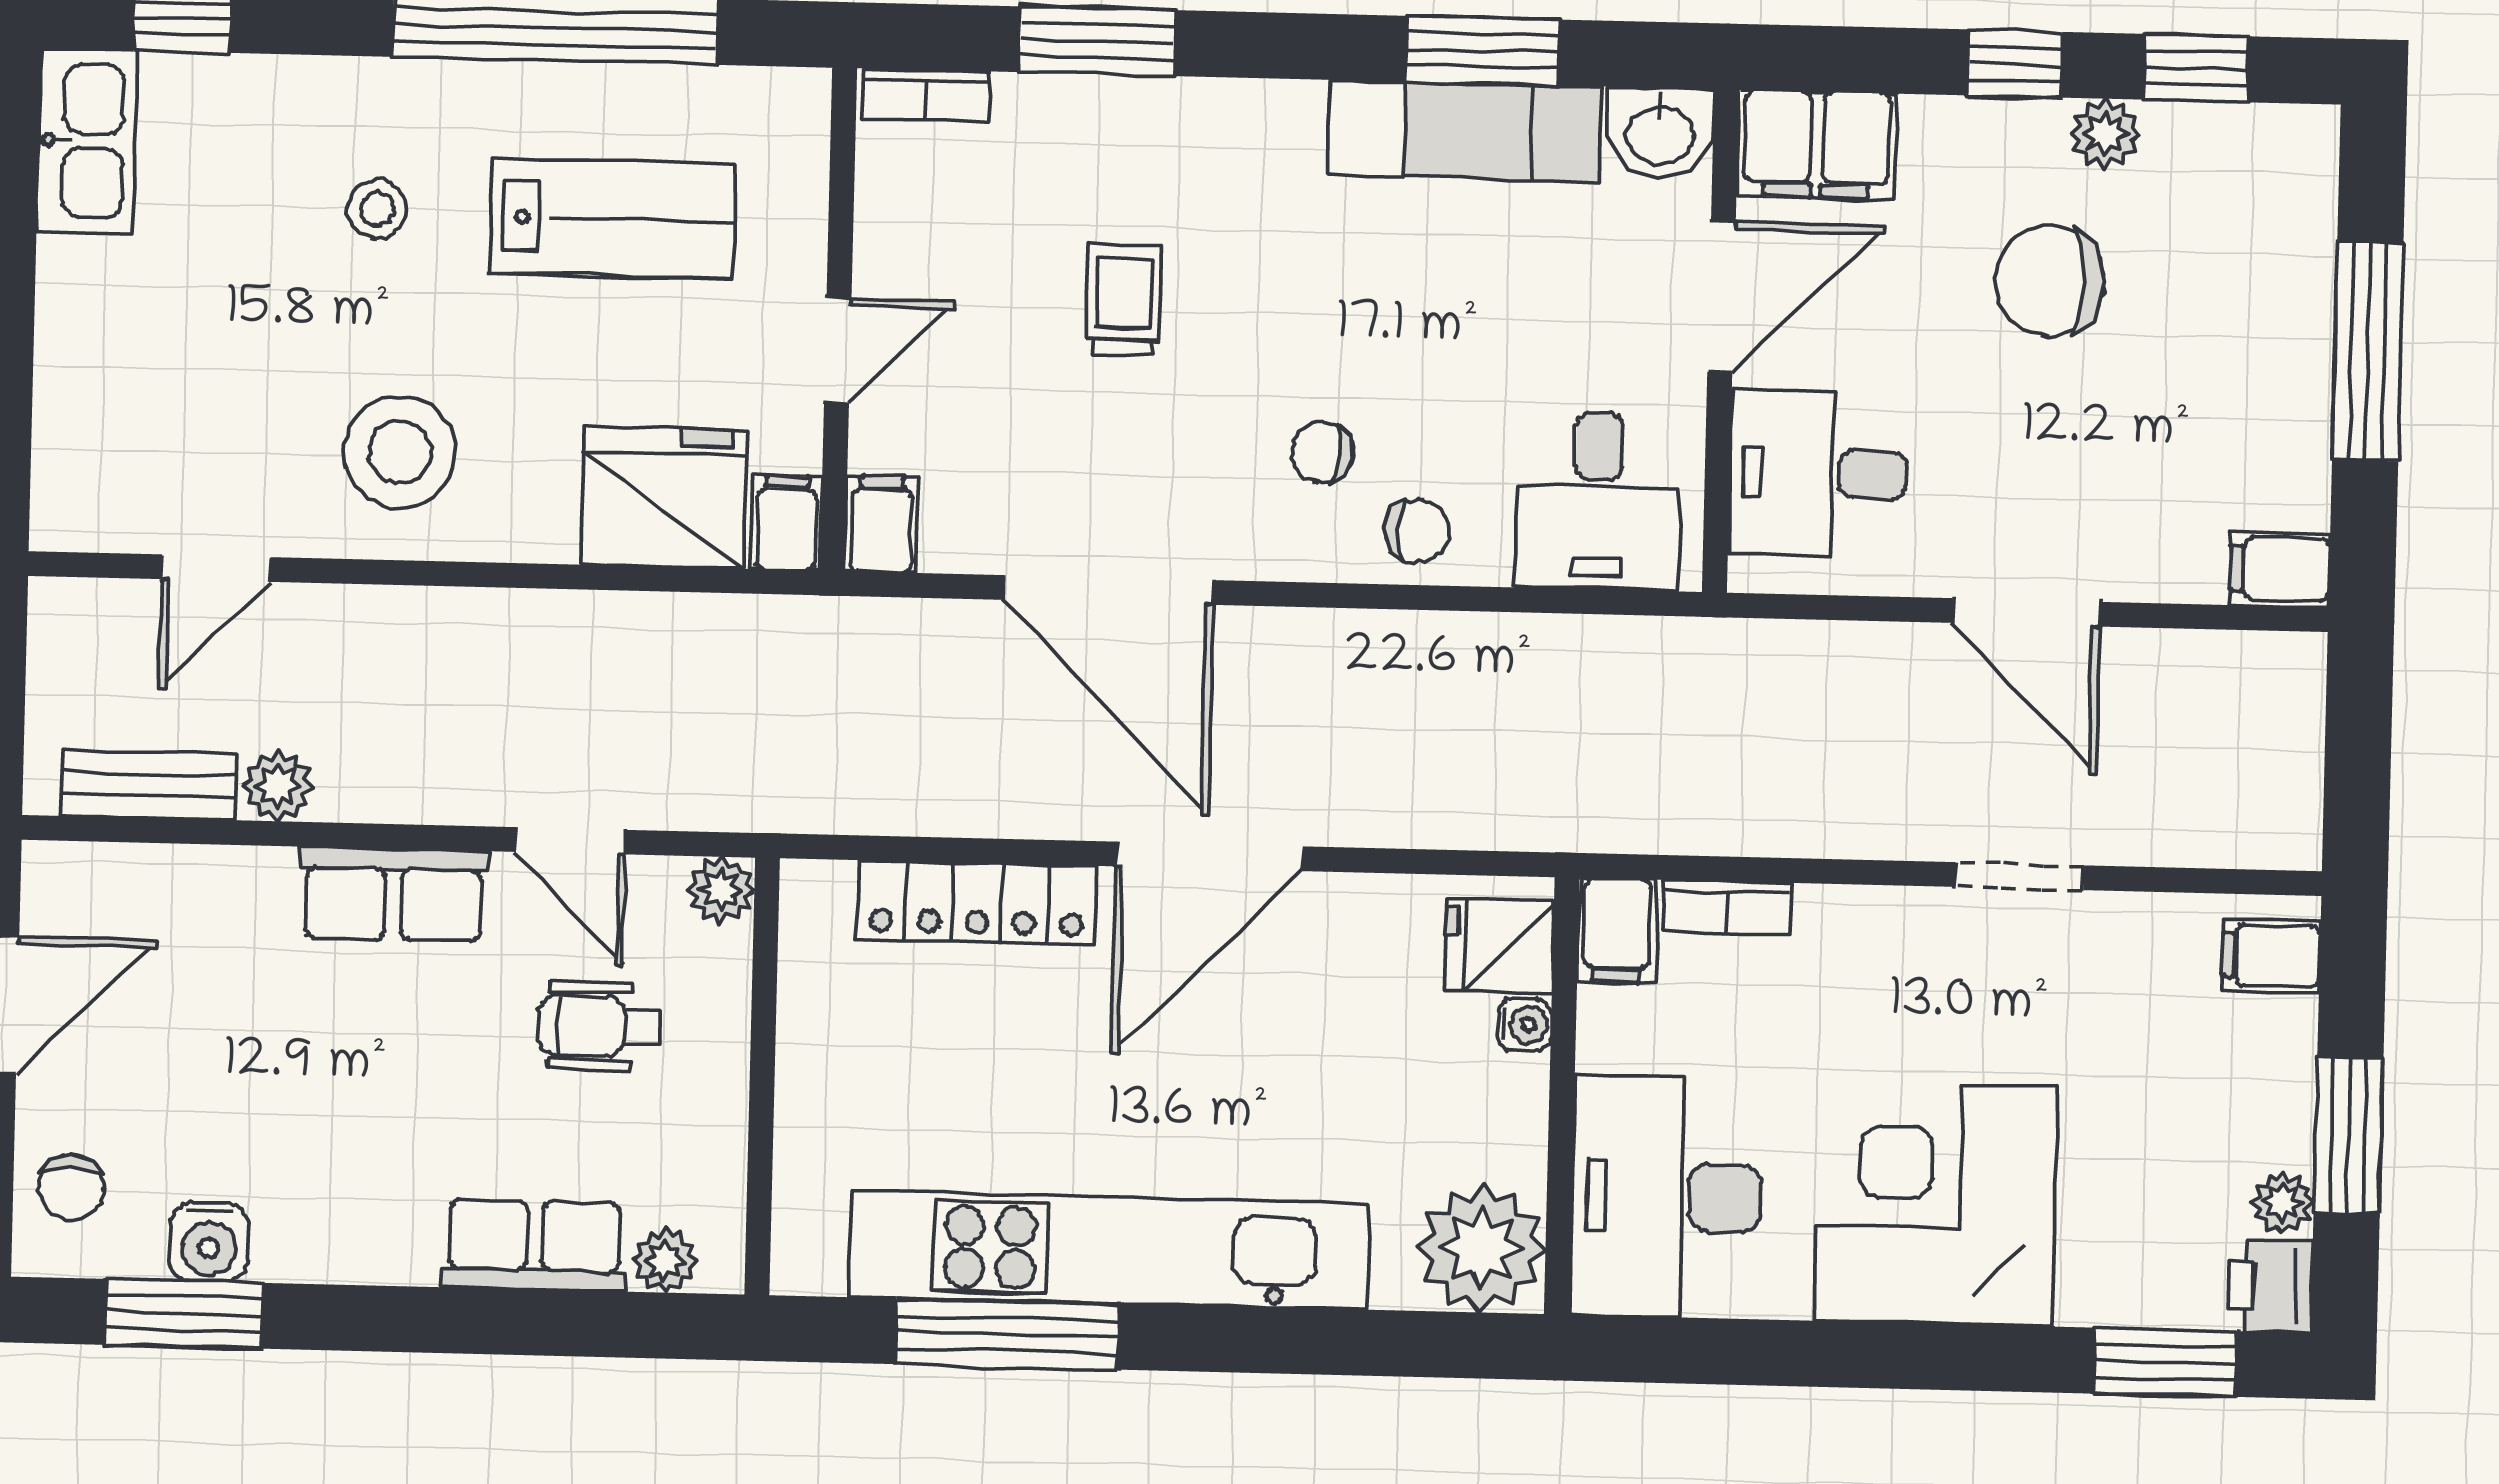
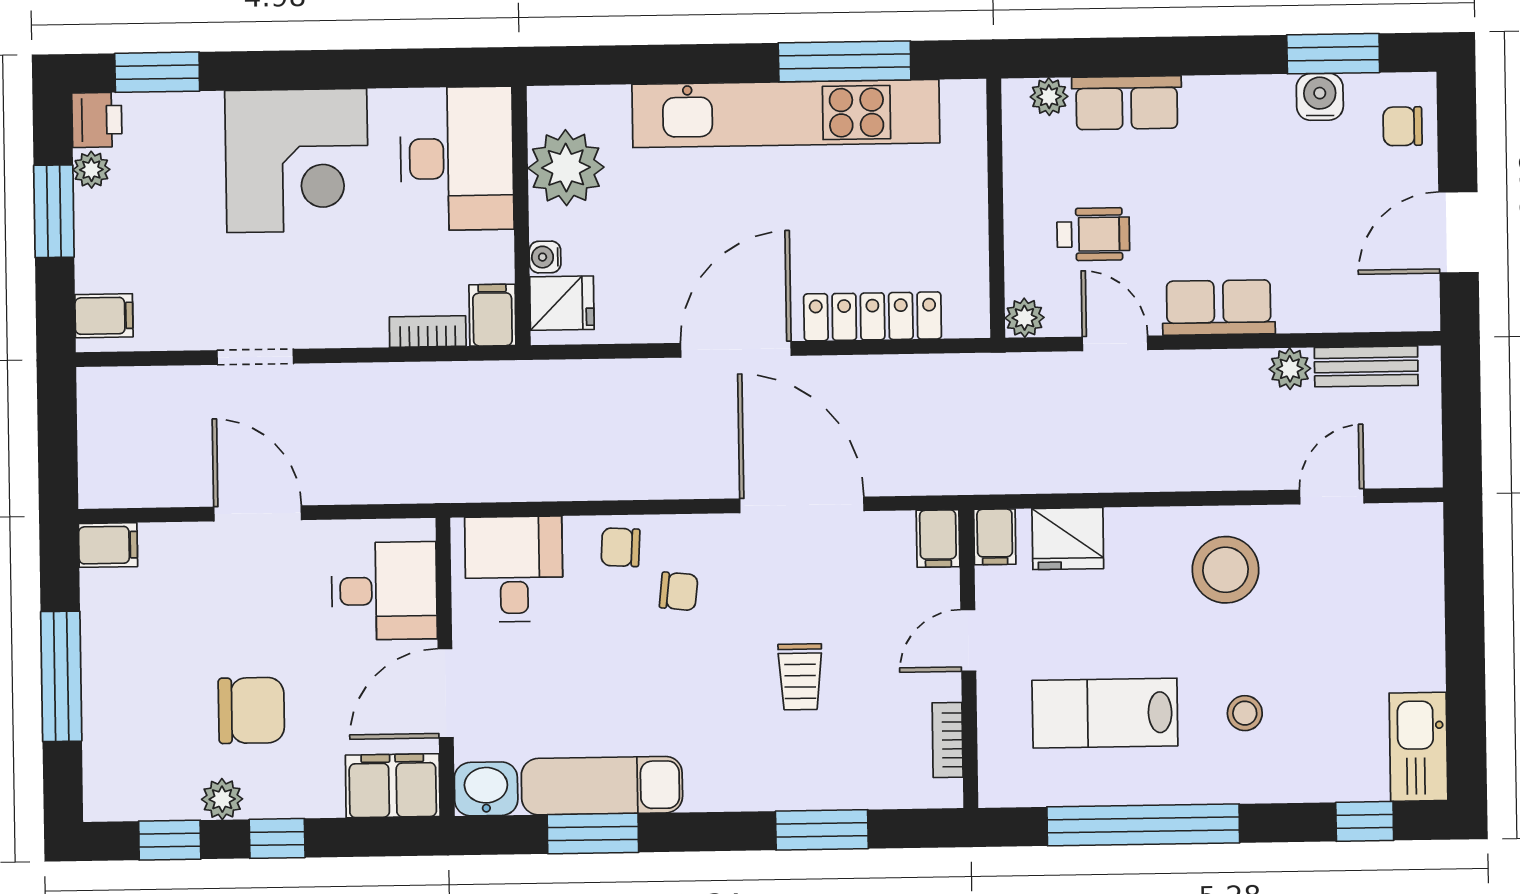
bookcase: (926, 95) -> (948, 740), moved, turned -90
fridge: (664, 498) -> (1068, 539), width x0.73, depth x0.75
chair: (72, 1187) -> (1403, 126), turned -90
plant: (1481, 1248) -> (566, 168), moved

